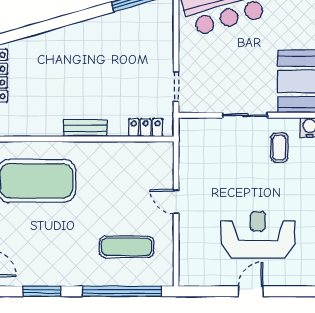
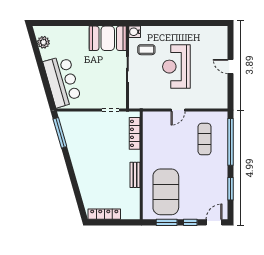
locker: (146, 127) -> (135, 133), width x1.53
bench: (85, 128) -> (135, 175), moved
reception desk: (258, 235) -> (176, 67), moved

